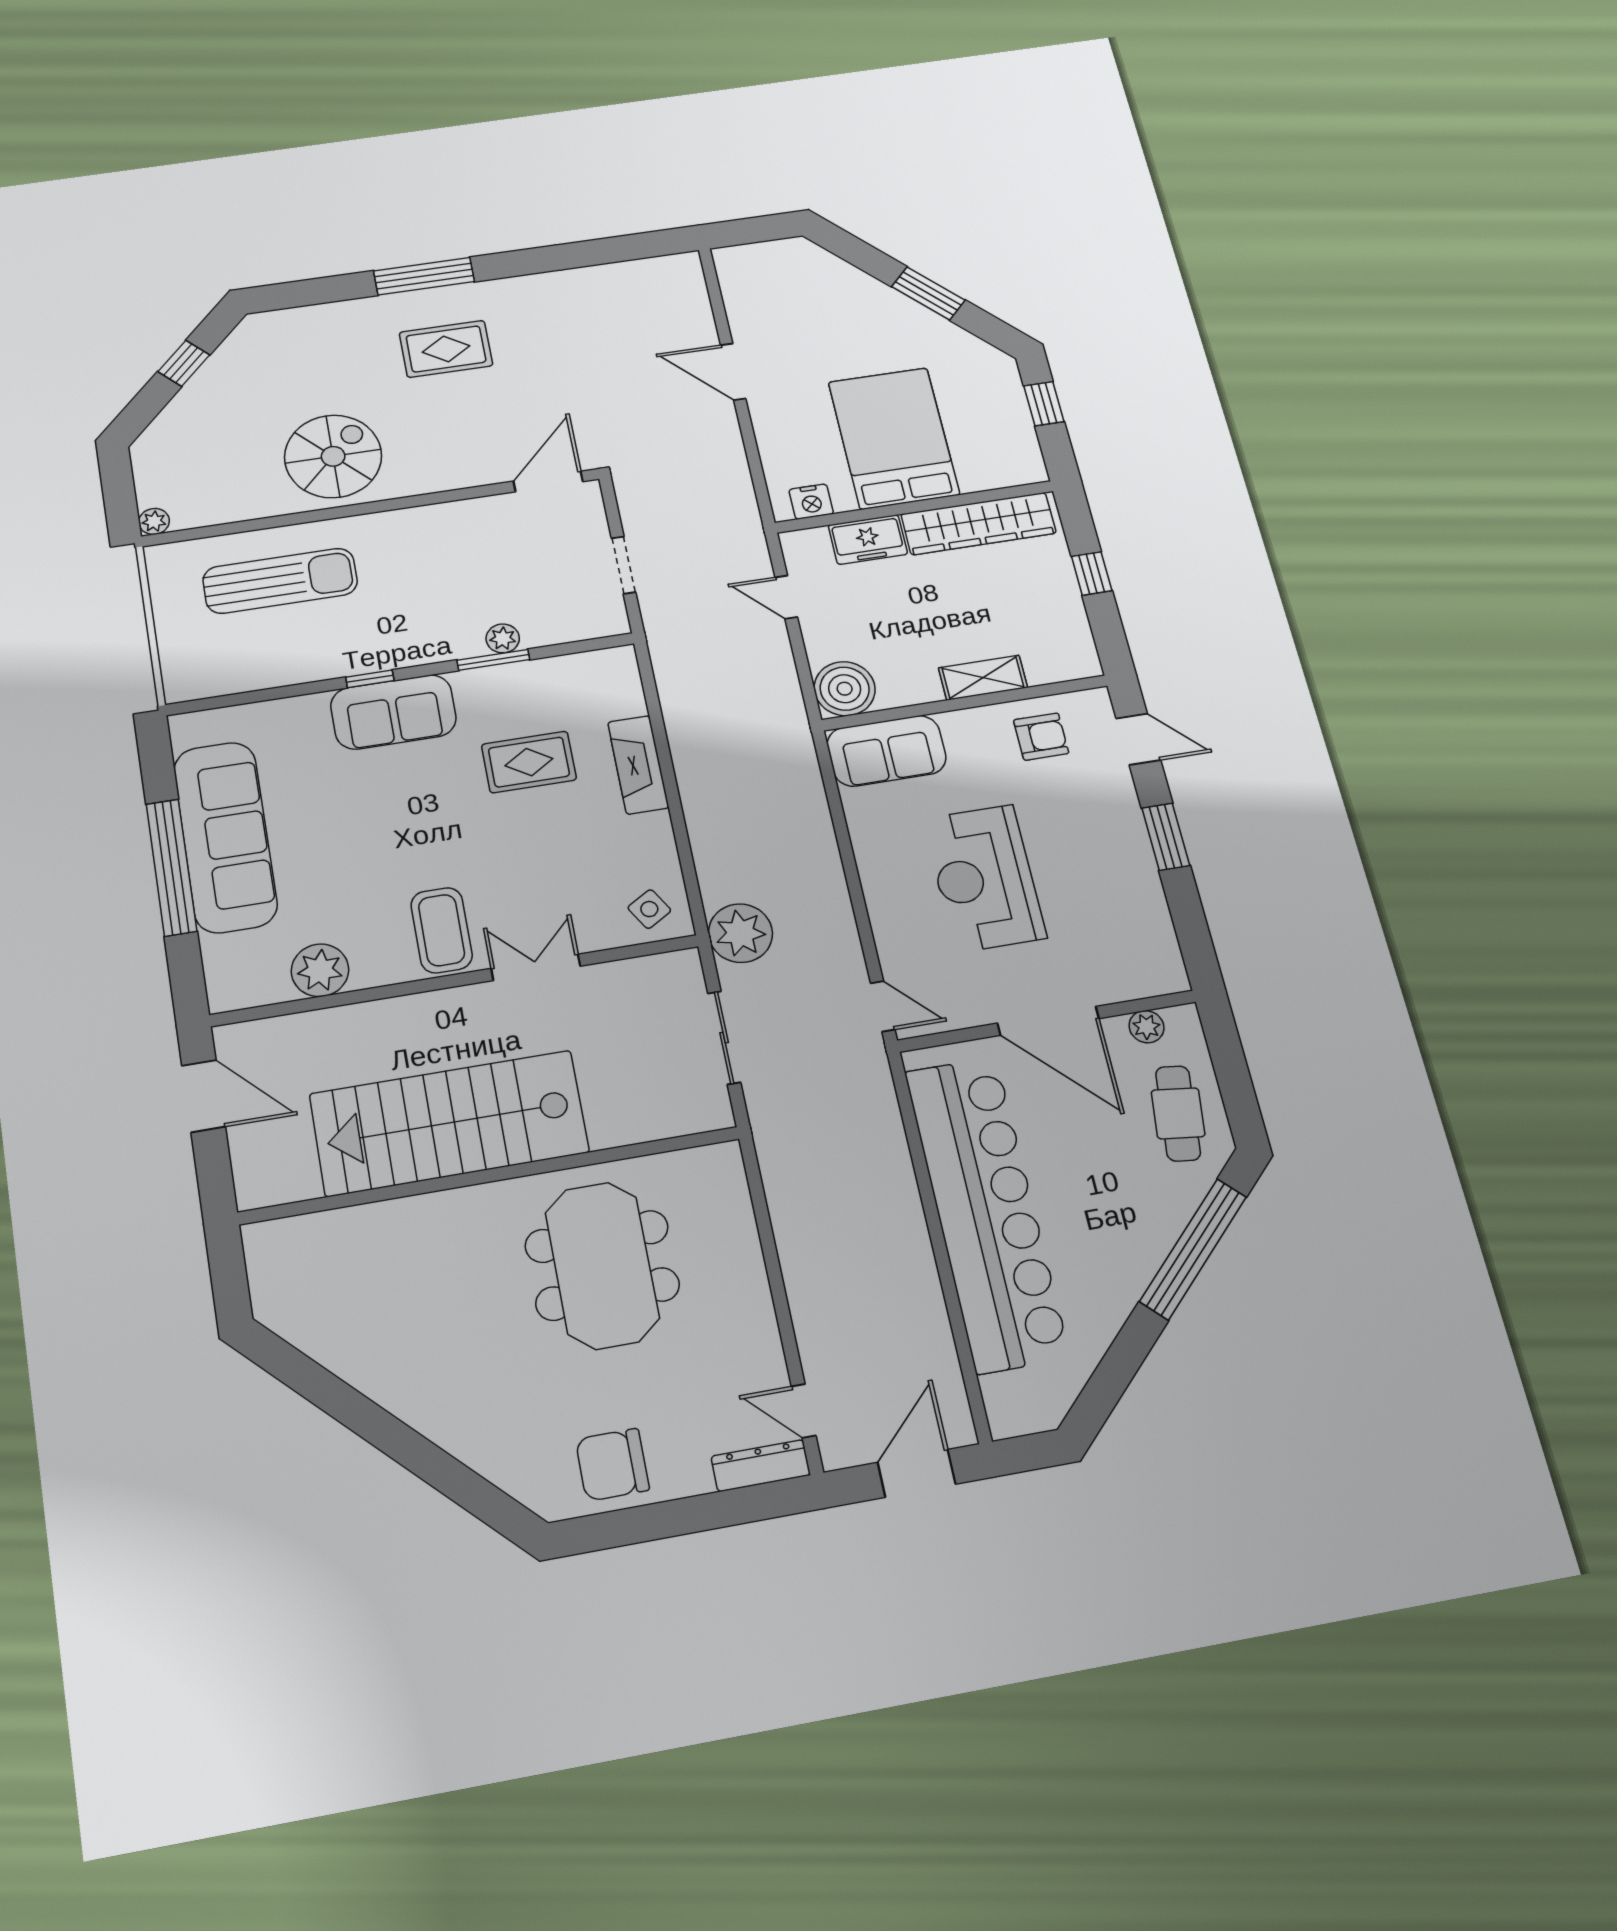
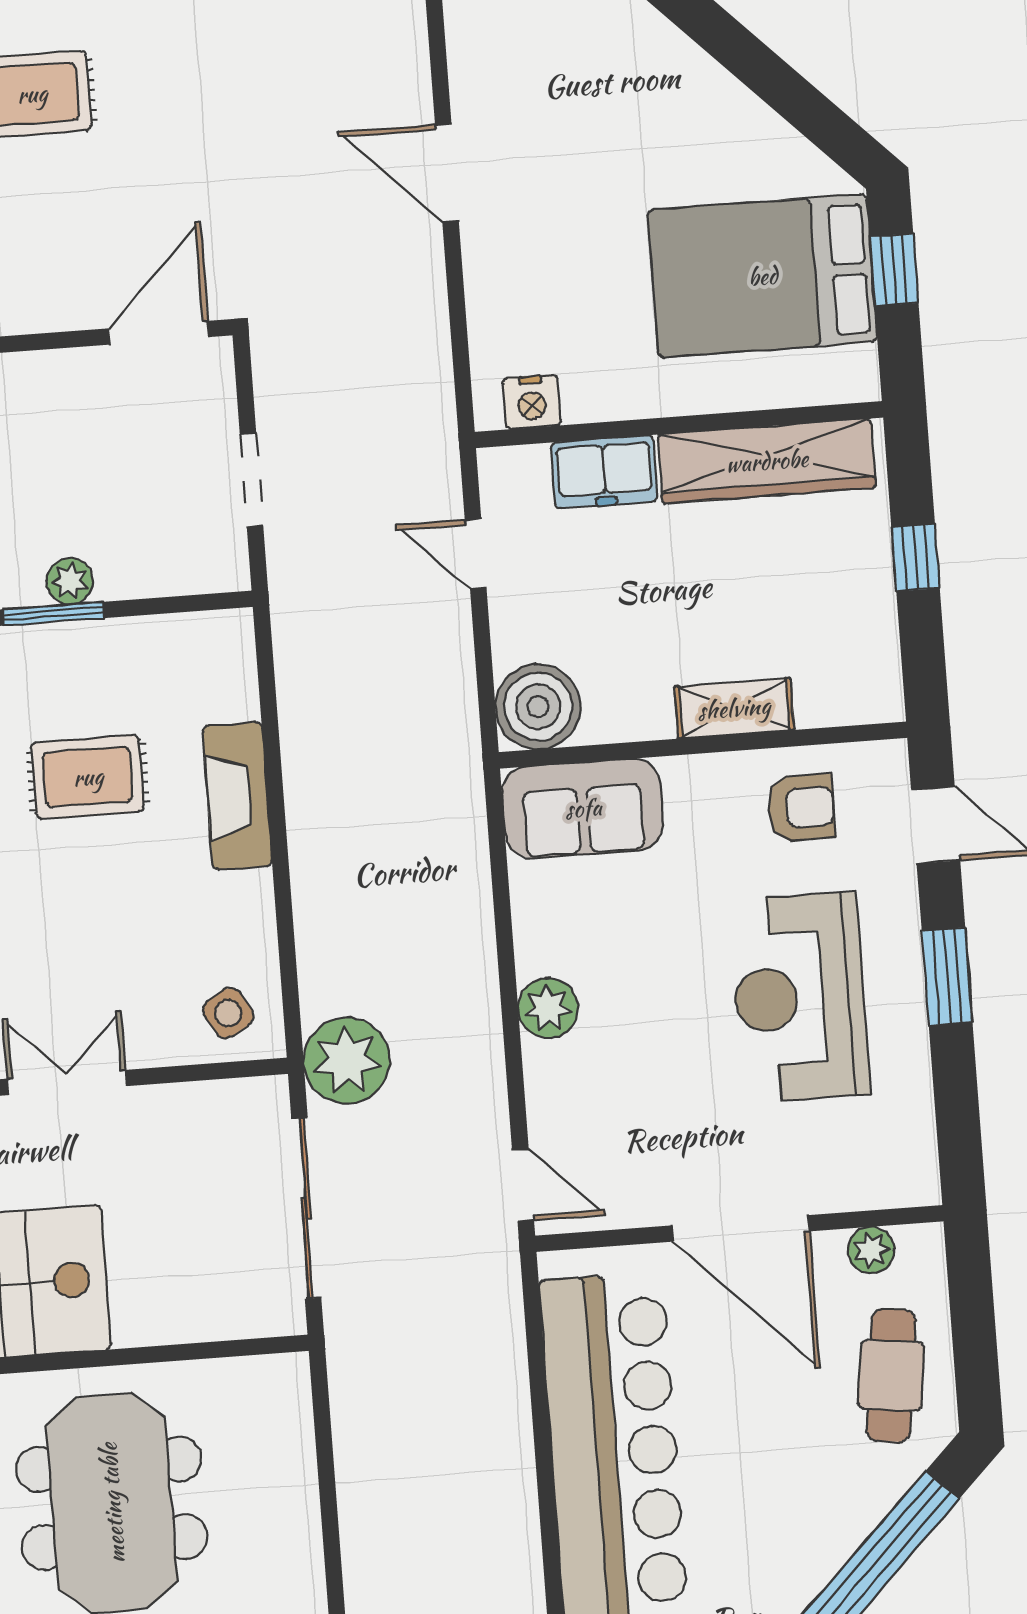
window: (928, 293) -> (753, 63), removed
bed: (894, 438) -> (763, 276), moved, turned -90
reception desk: (984, 878) -> (800, 997), moved
plant: (882, 884) -> (548, 1008), added
sliding door: (724, 1038) -> (306, 1208), width x1.37

